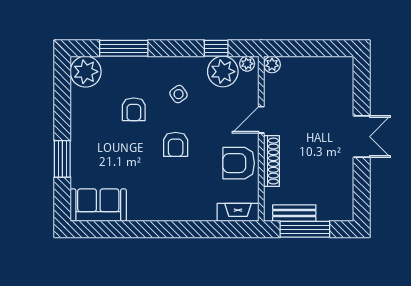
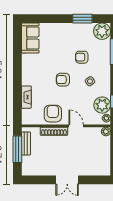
window: (62, 159) -> (82, 19), moved
fireplace: (238, 212) -> (26, 97), moved

